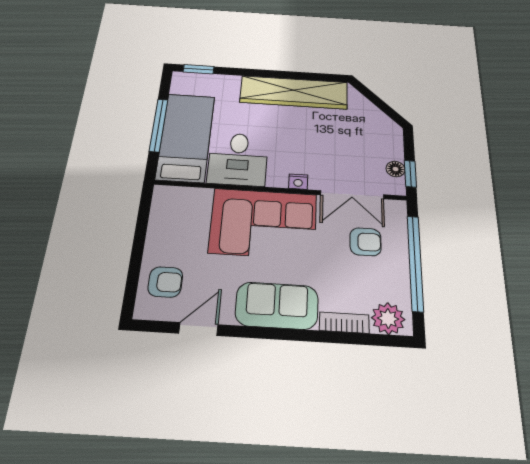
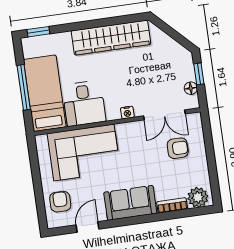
window: (410, 174) -> (199, 74), moved
corner sofa: (263, 223) -> (84, 152), moved
window: (415, 263) -> (211, 156), removed
armchair: (165, 282) -> (60, 202), turned -90

